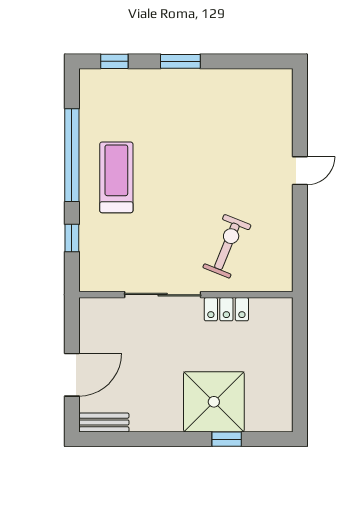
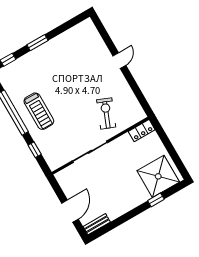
treadmill: (116, 177) -> (39, 111), turned 180
locker: (226, 309) -> (142, 131), moved
shower: (214, 402) -> (158, 176), moved

